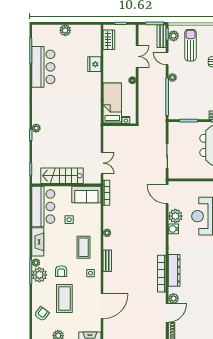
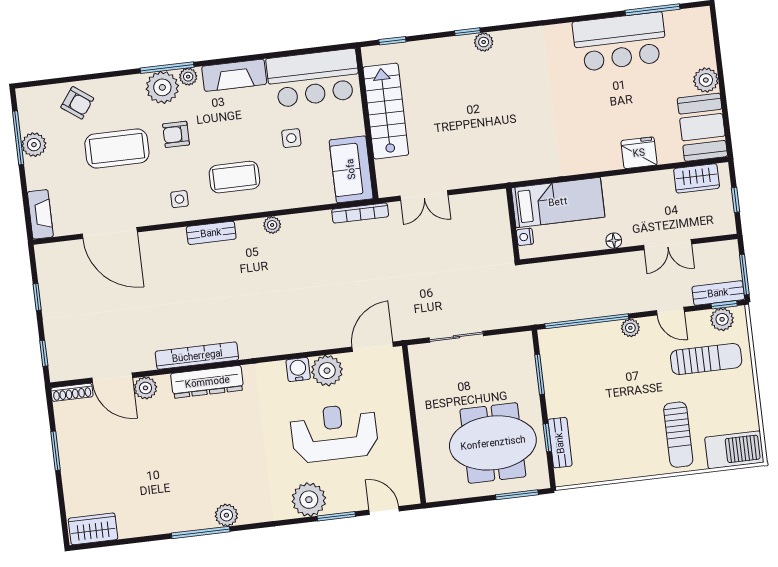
booth: (86, 34) -> (702, 127), added
door: (167, 59) -> (670, 311), swing flipped

